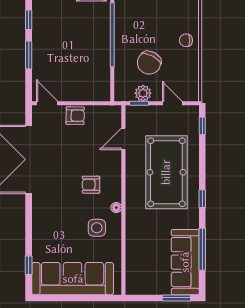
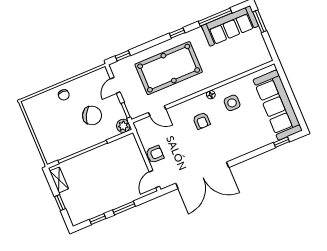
plant: (143, 93) -> (123, 126), moved
armchair: (75, 116) -> (155, 154), turned 89

